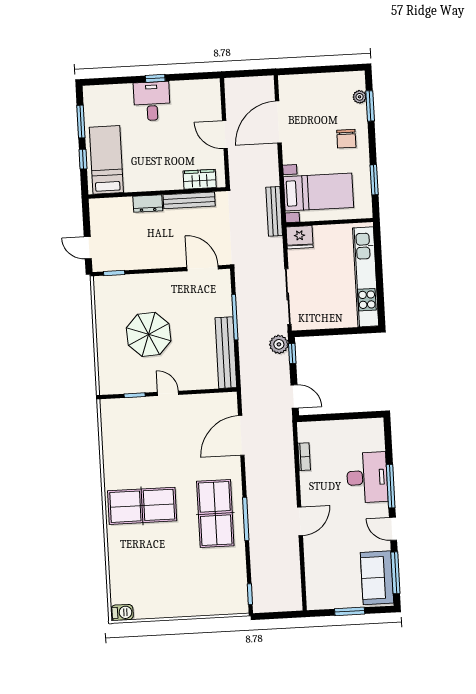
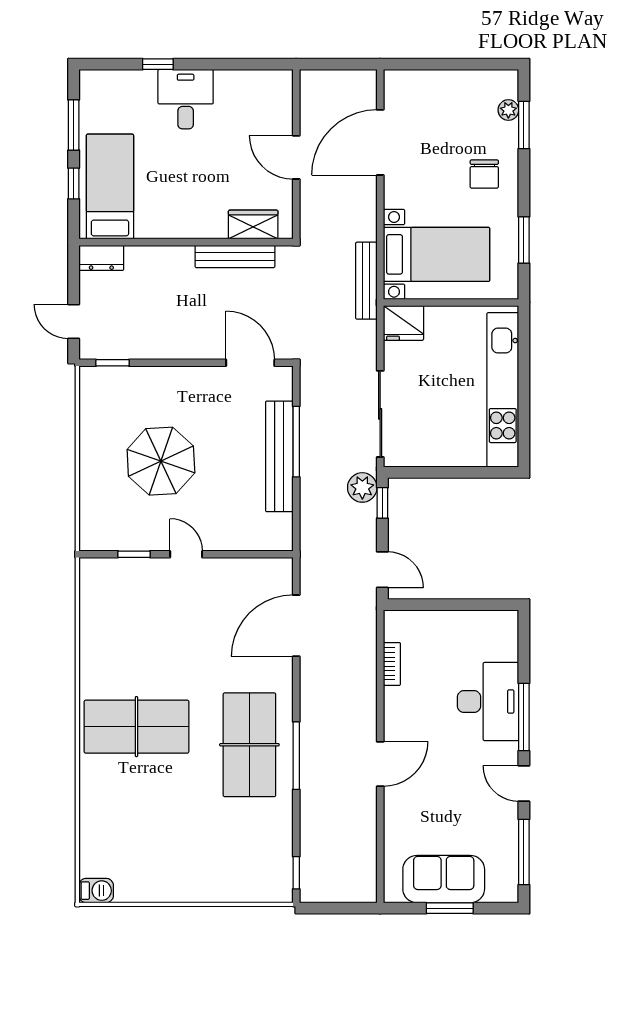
window: (155, 78) -> (158, 64), moved
dresser: (148, 204) -> (101, 258), moved
bench: (226, 353) -> (279, 456), moved
sofa: (377, 578) -> (444, 879), moved, turned 90

